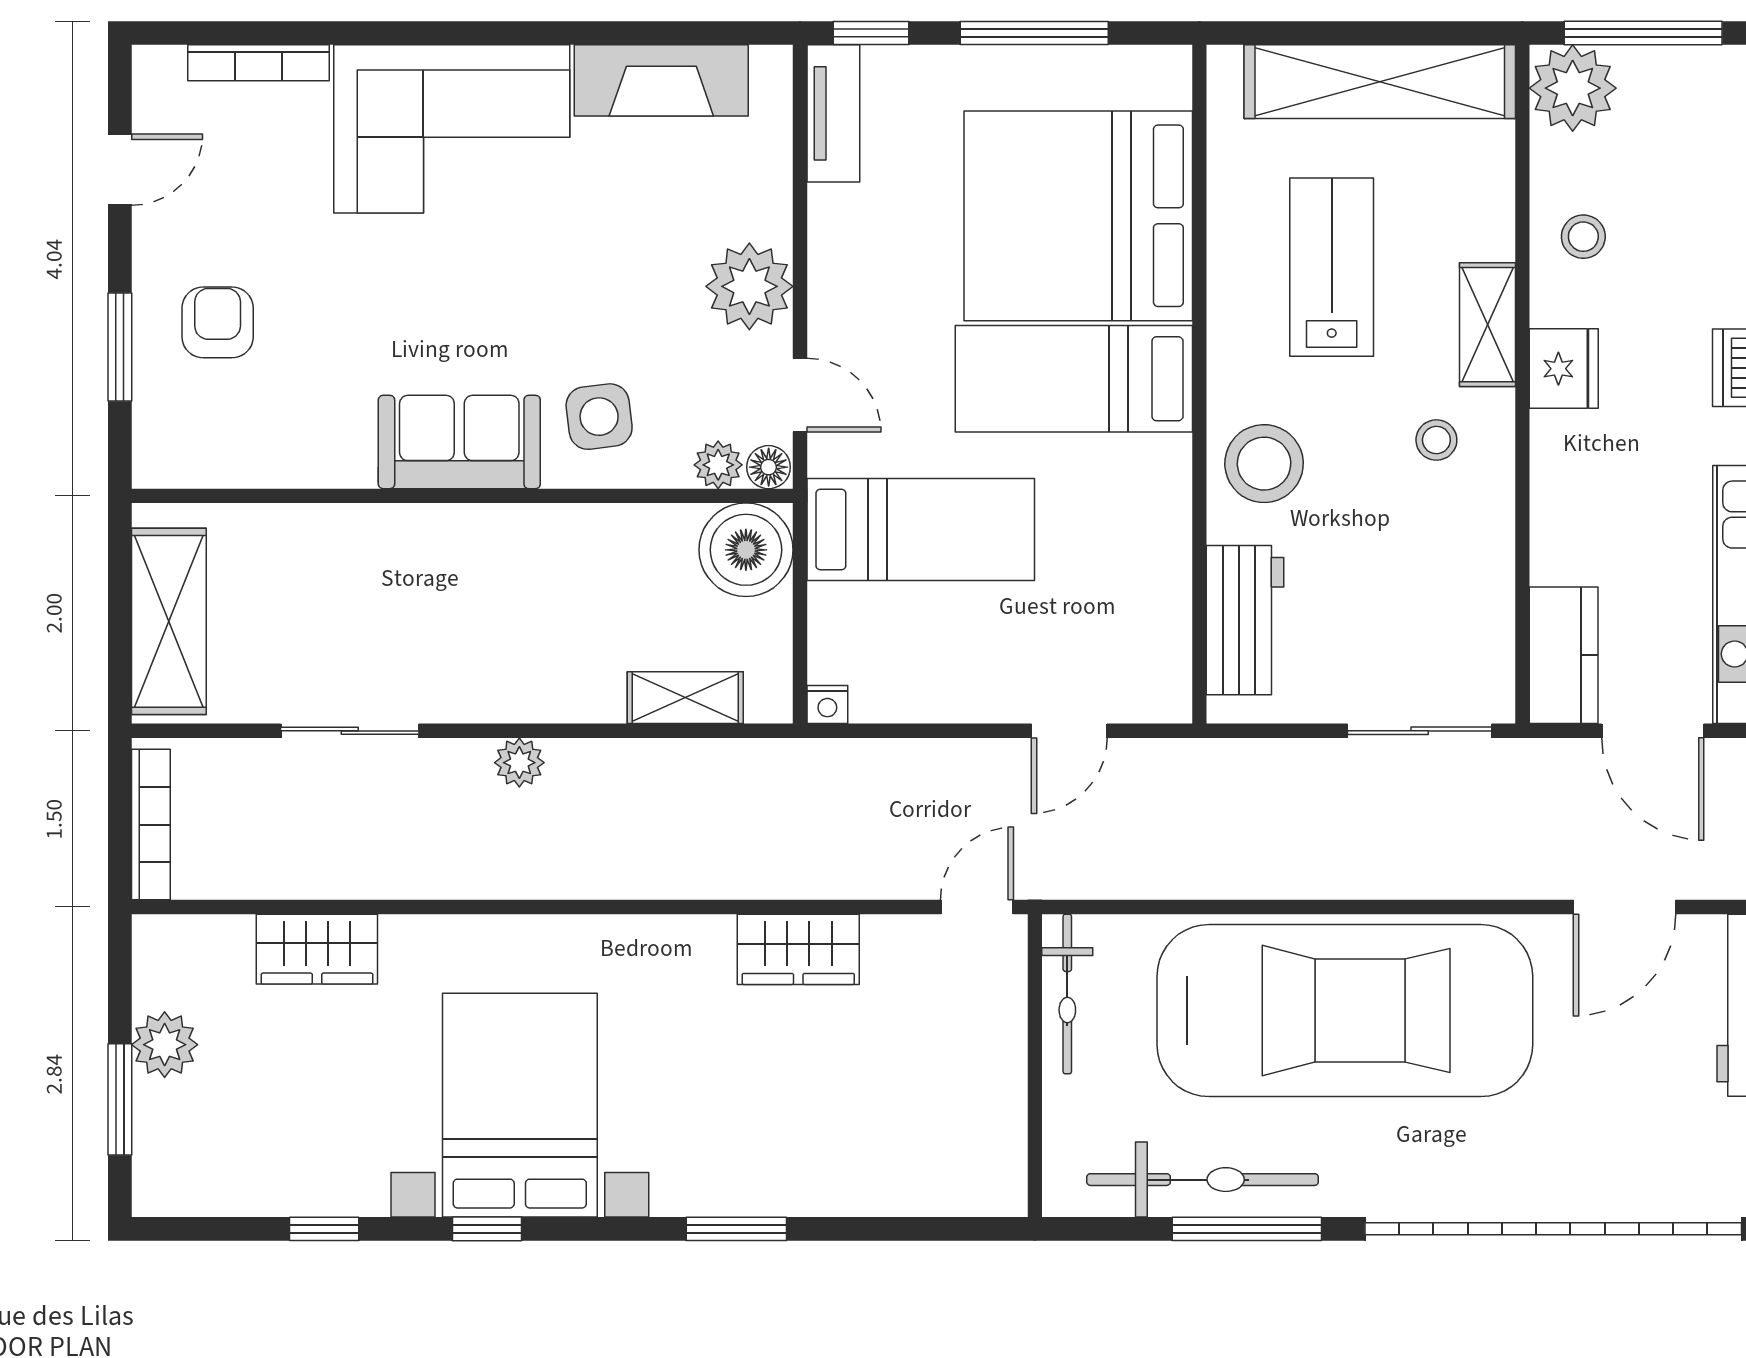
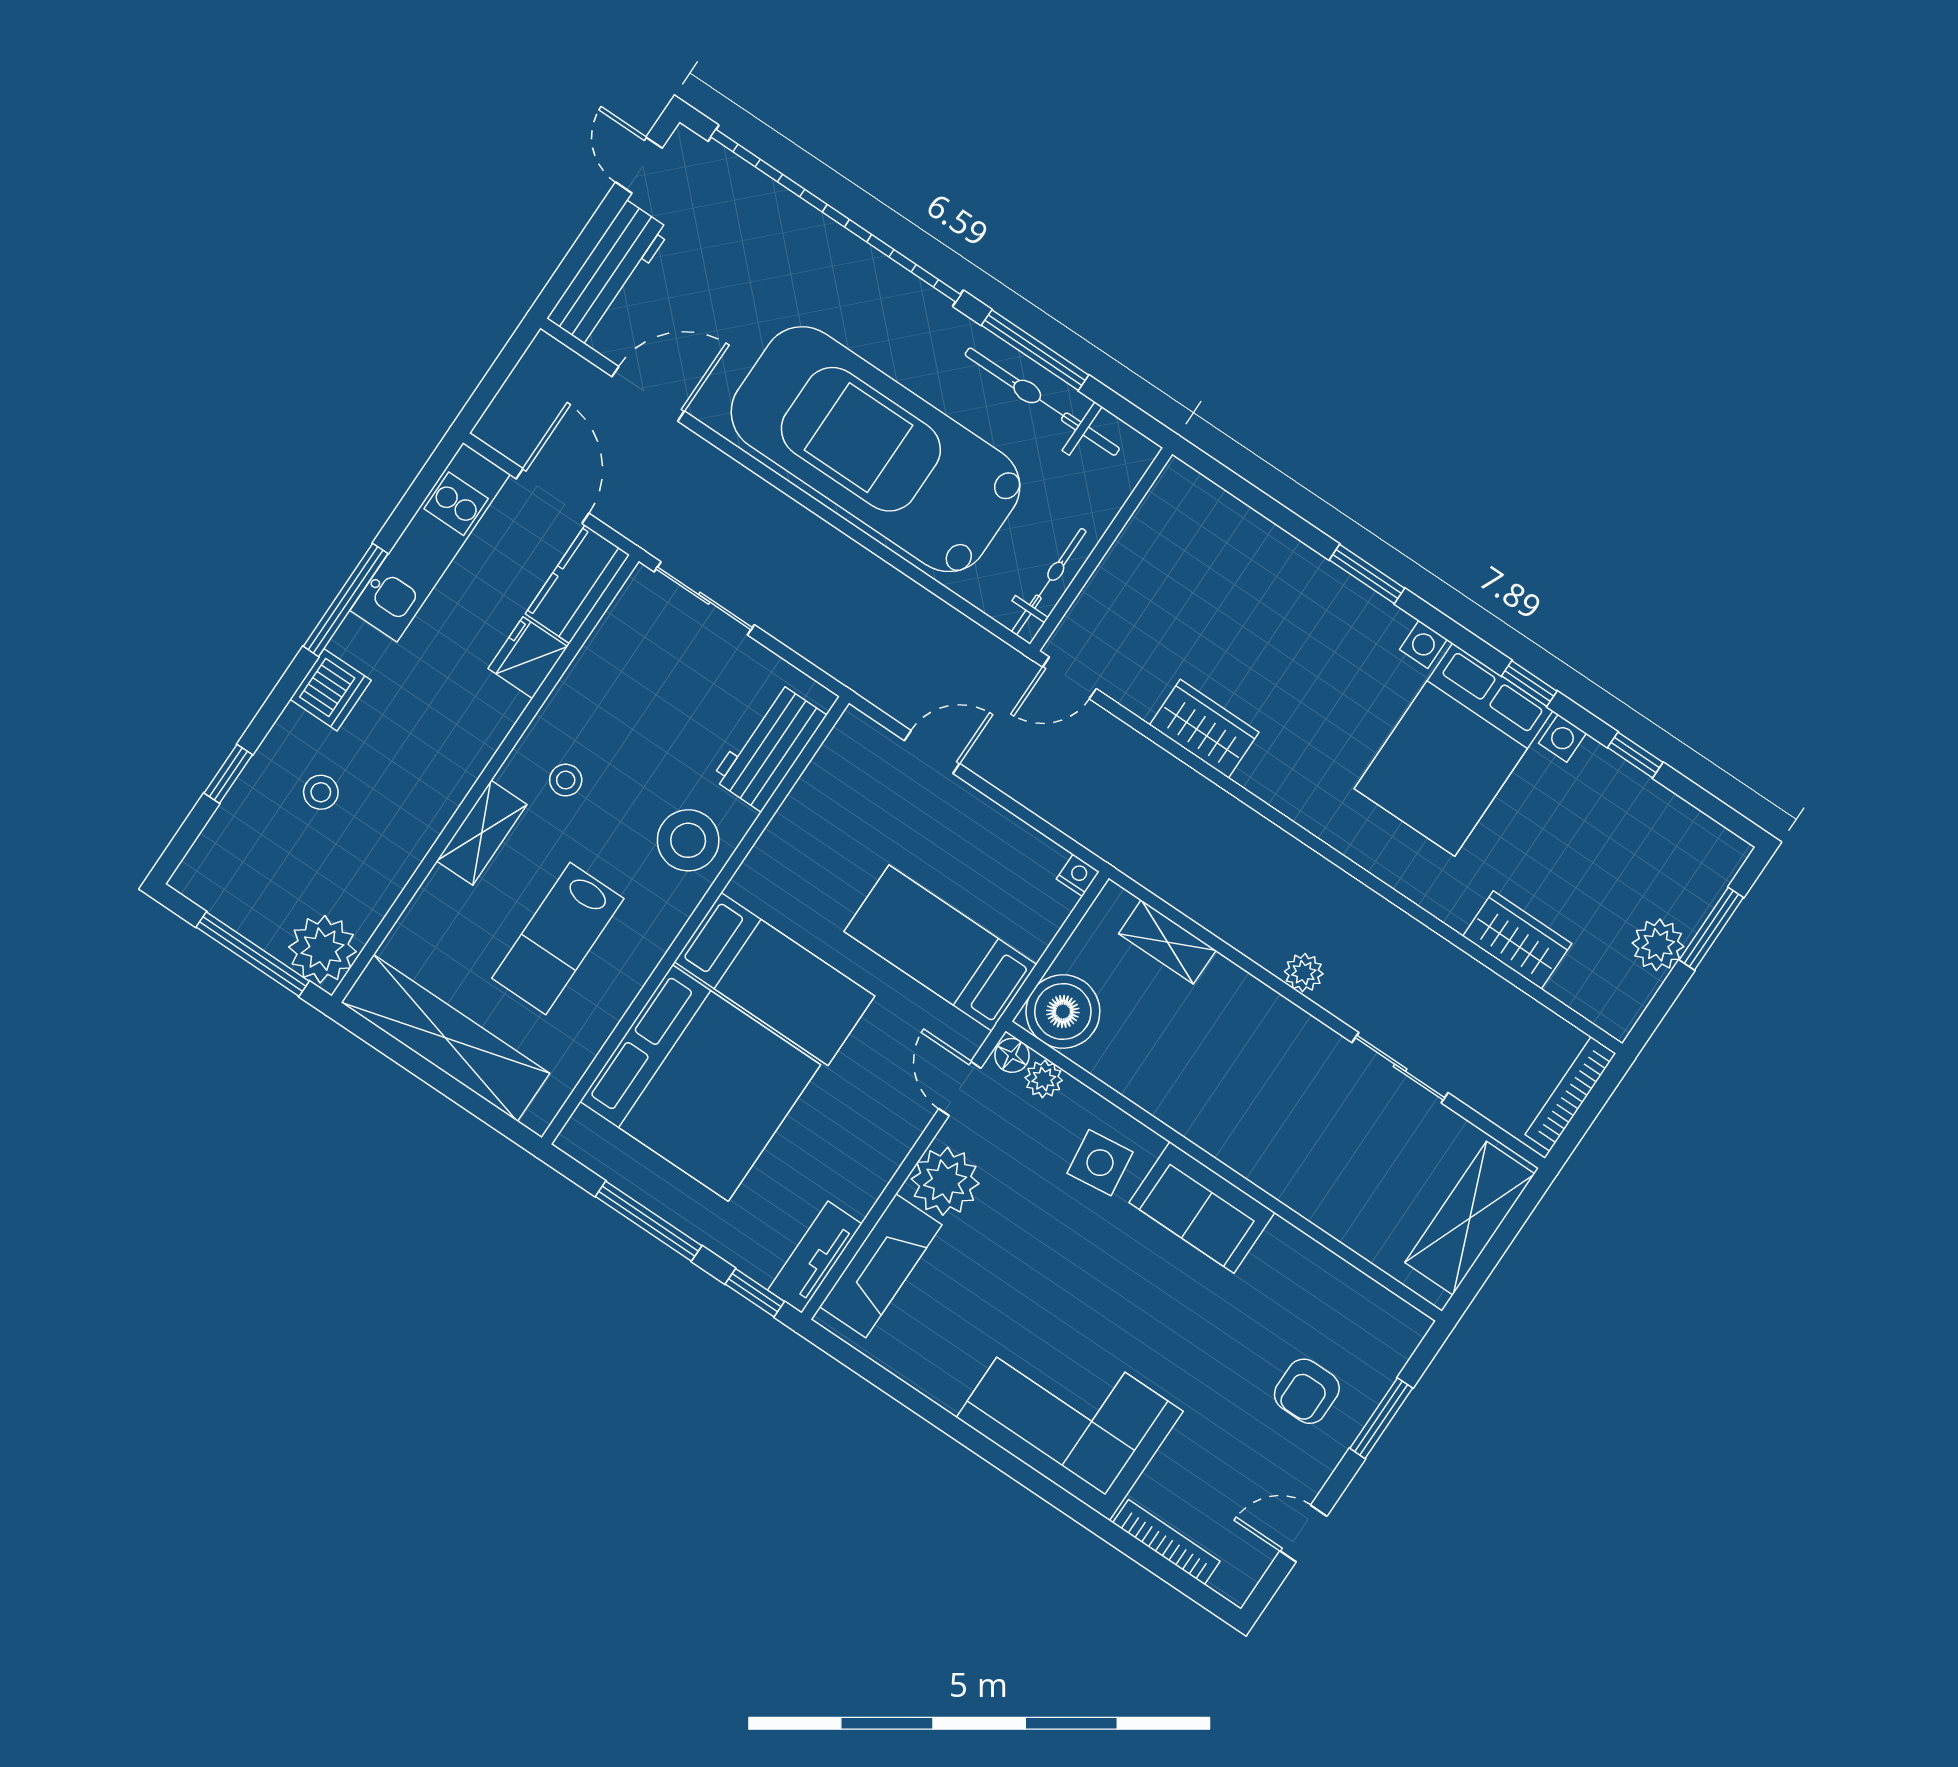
fireplace: (661, 80) -> (881, 1266), moved, turned 90
stool: (1583, 237) -> (321, 792), moved
fridge: (1564, 369) -> (528, 658), moved

